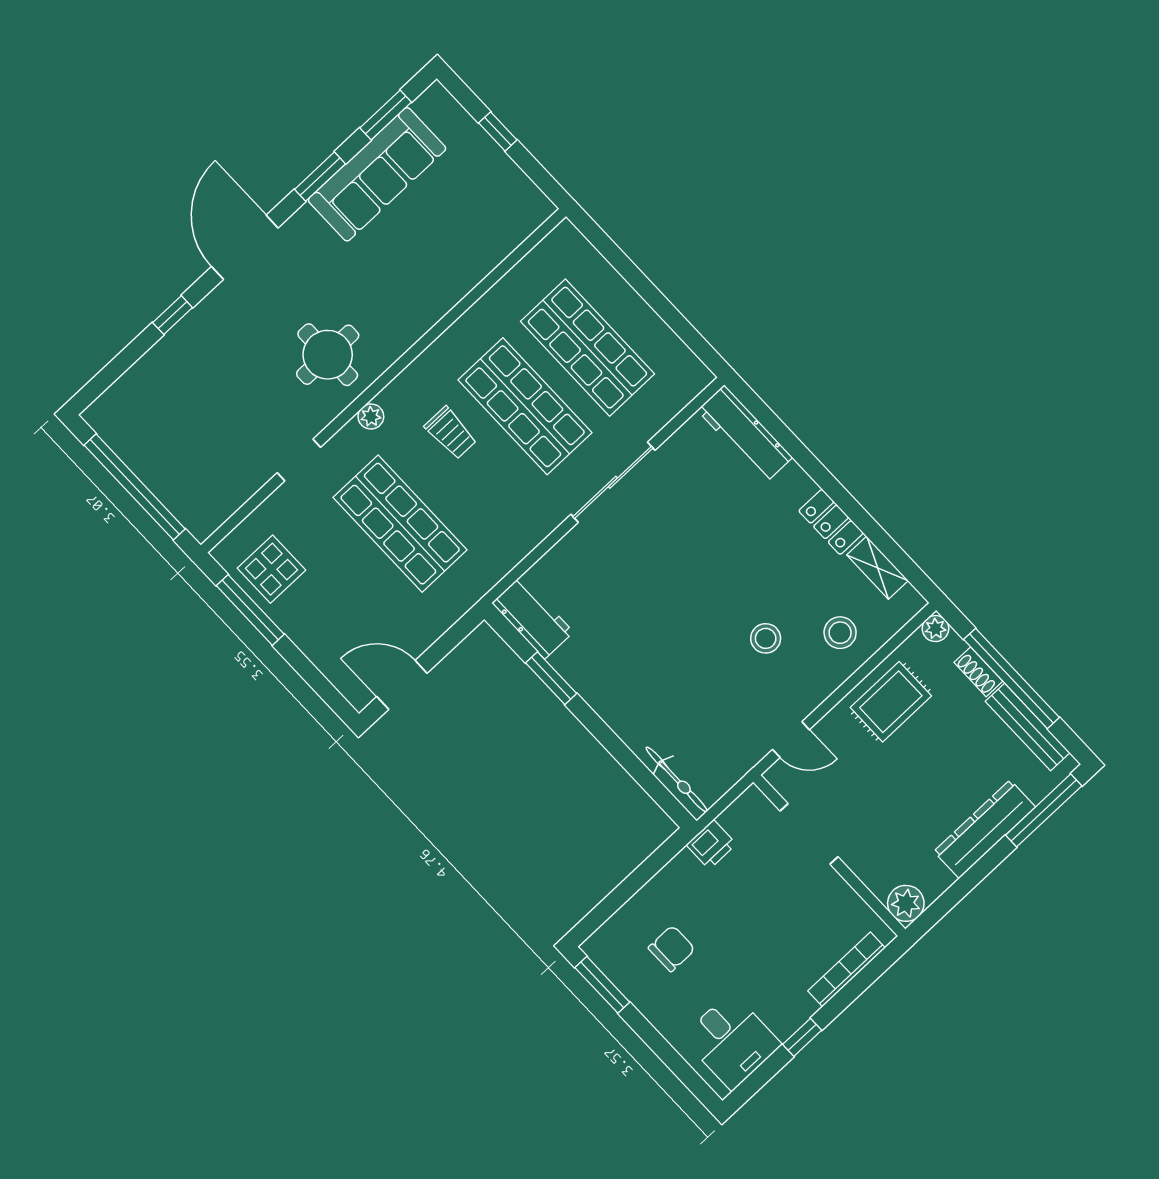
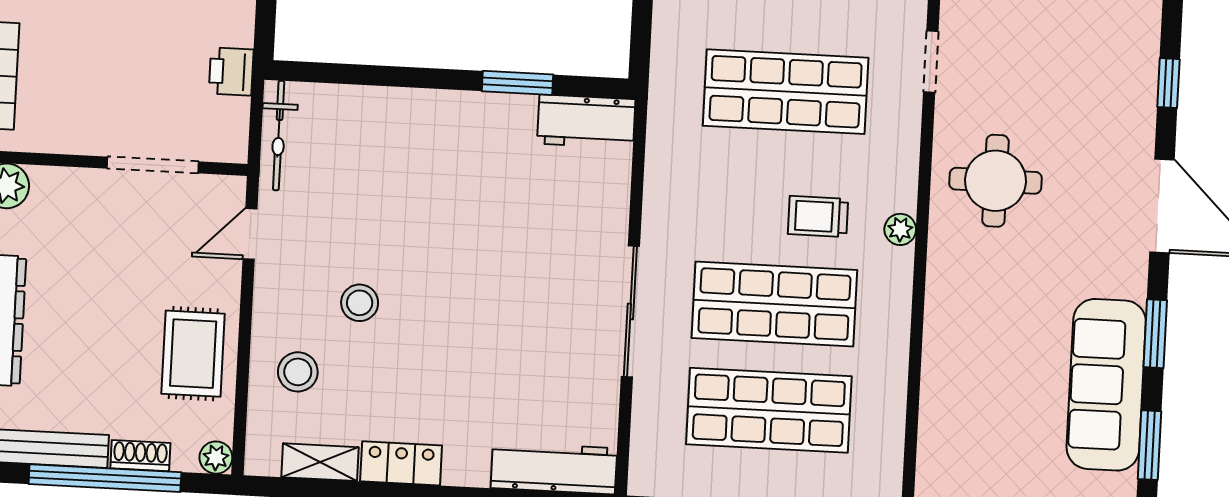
plant: (371, 416) -> (900, 229), moved
bicycle: (677, 780) -> (279, 135), moved, turned -90

